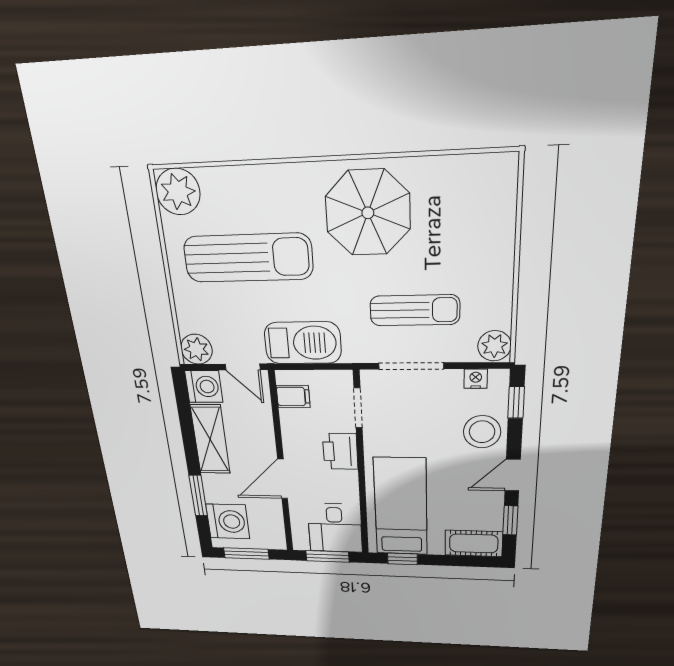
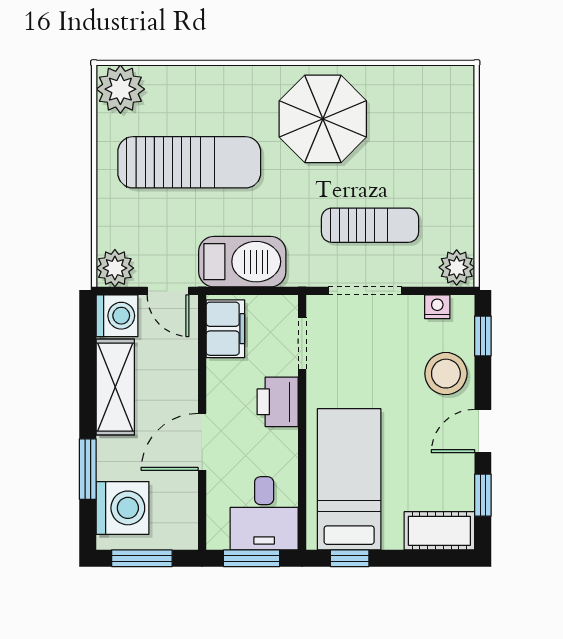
filing cabinet: (293, 396) -> (225, 329), width x2.00

